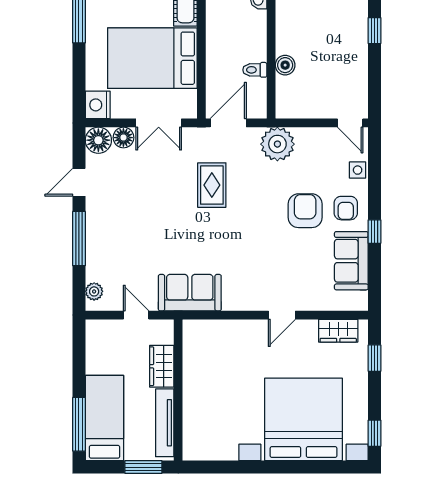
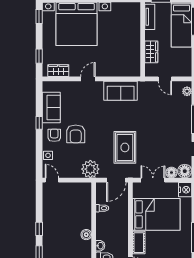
boiler: (285, 65) -> (86, 235), moved
rug: (212, 185) -> (125, 147), width x1.36, depth x1.43
sofa: (190, 293) -> (121, 91), moved
tv unit: (165, 423) -> (150, 17), width x0.71

